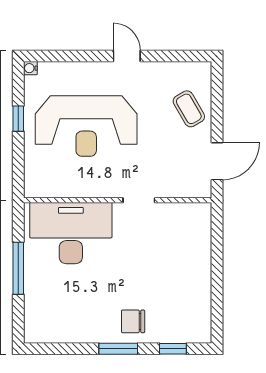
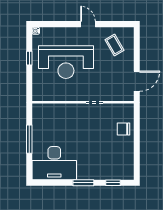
coffee table: (189, 109) -> (114, 45), moved
desk: (71, 233) -> (54, 163), moved, turned 180
chair: (133, 321) -> (124, 129), moved

